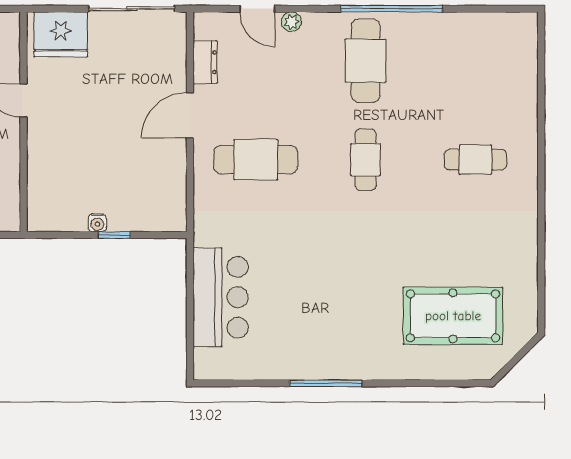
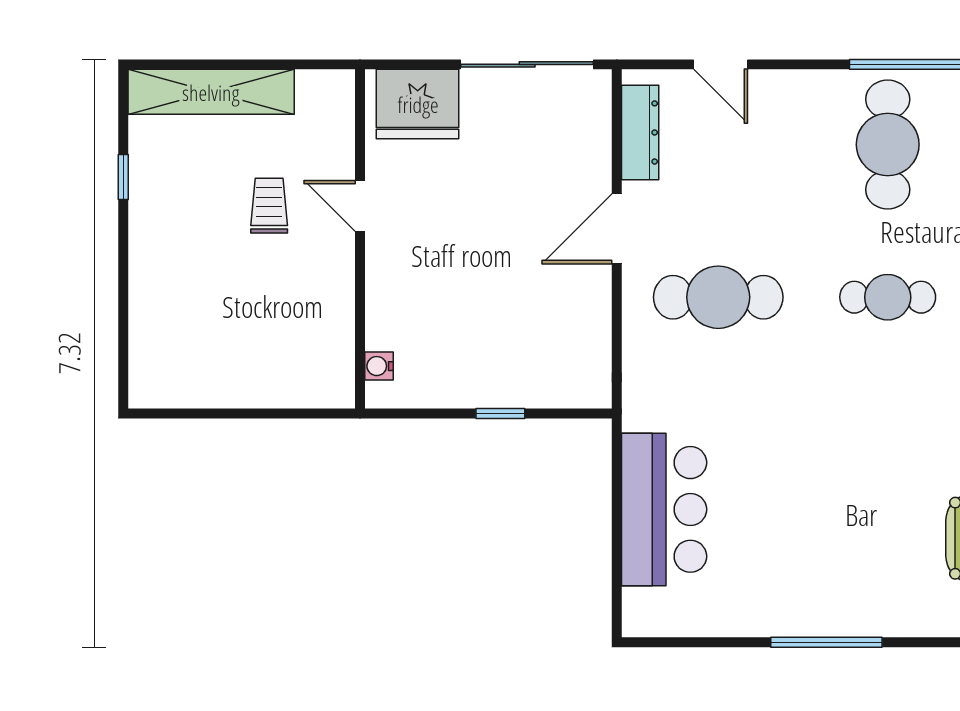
plant: (291, 22) -> (773, 85), removed
dresser: (205, 62) -> (640, 132), width x1.44
cafe table: (366, 160) -> (888, 297), turned 90
water cooler: (97, 223) -> (379, 366), moved, turned 90

